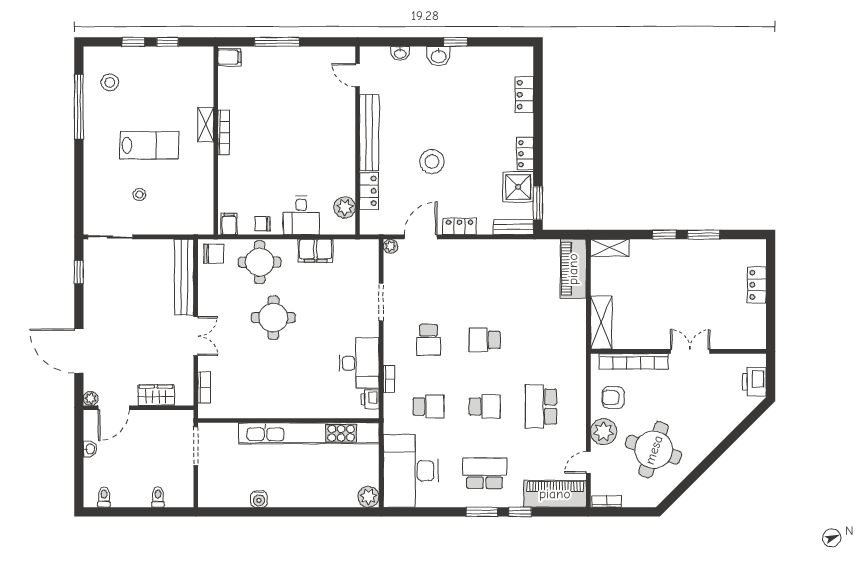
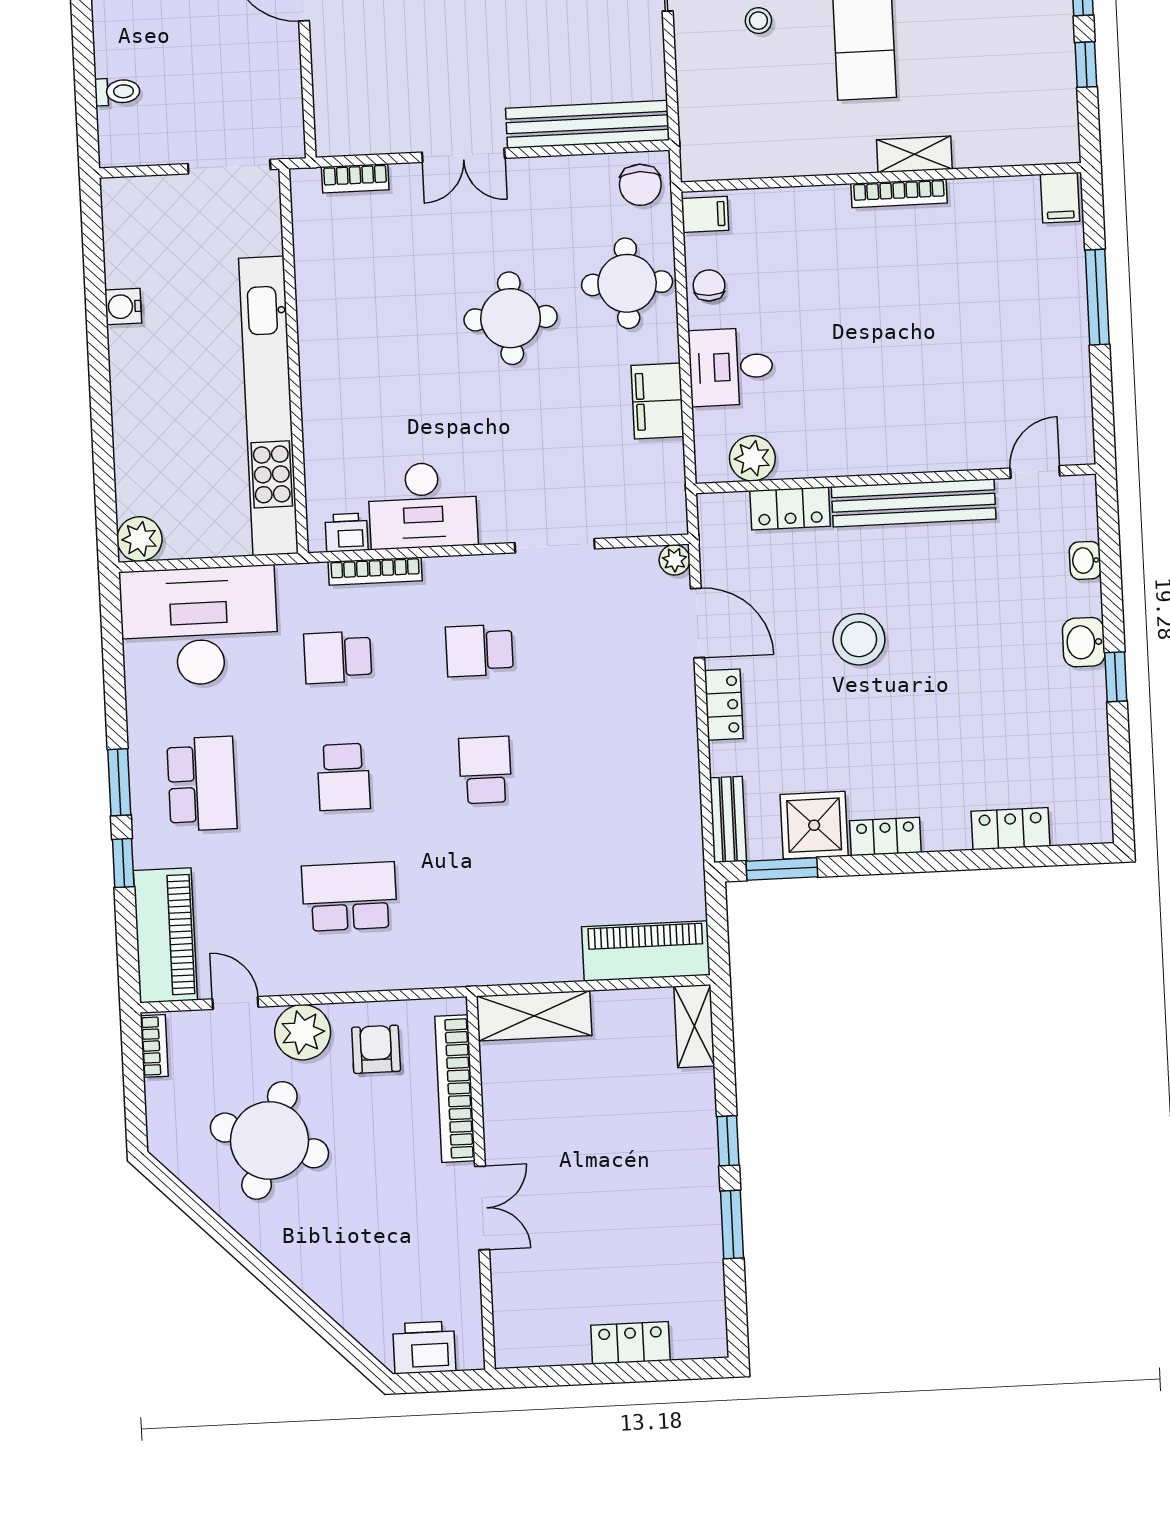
bookcase: (389, 379) -> (375, 571), width x1.56
wardrobe: (156, 395) -> (333, 76), removed
school desk: (428, 407) -> (338, 657), turned 90

